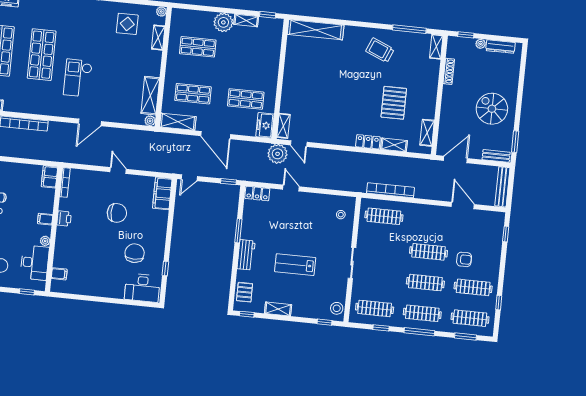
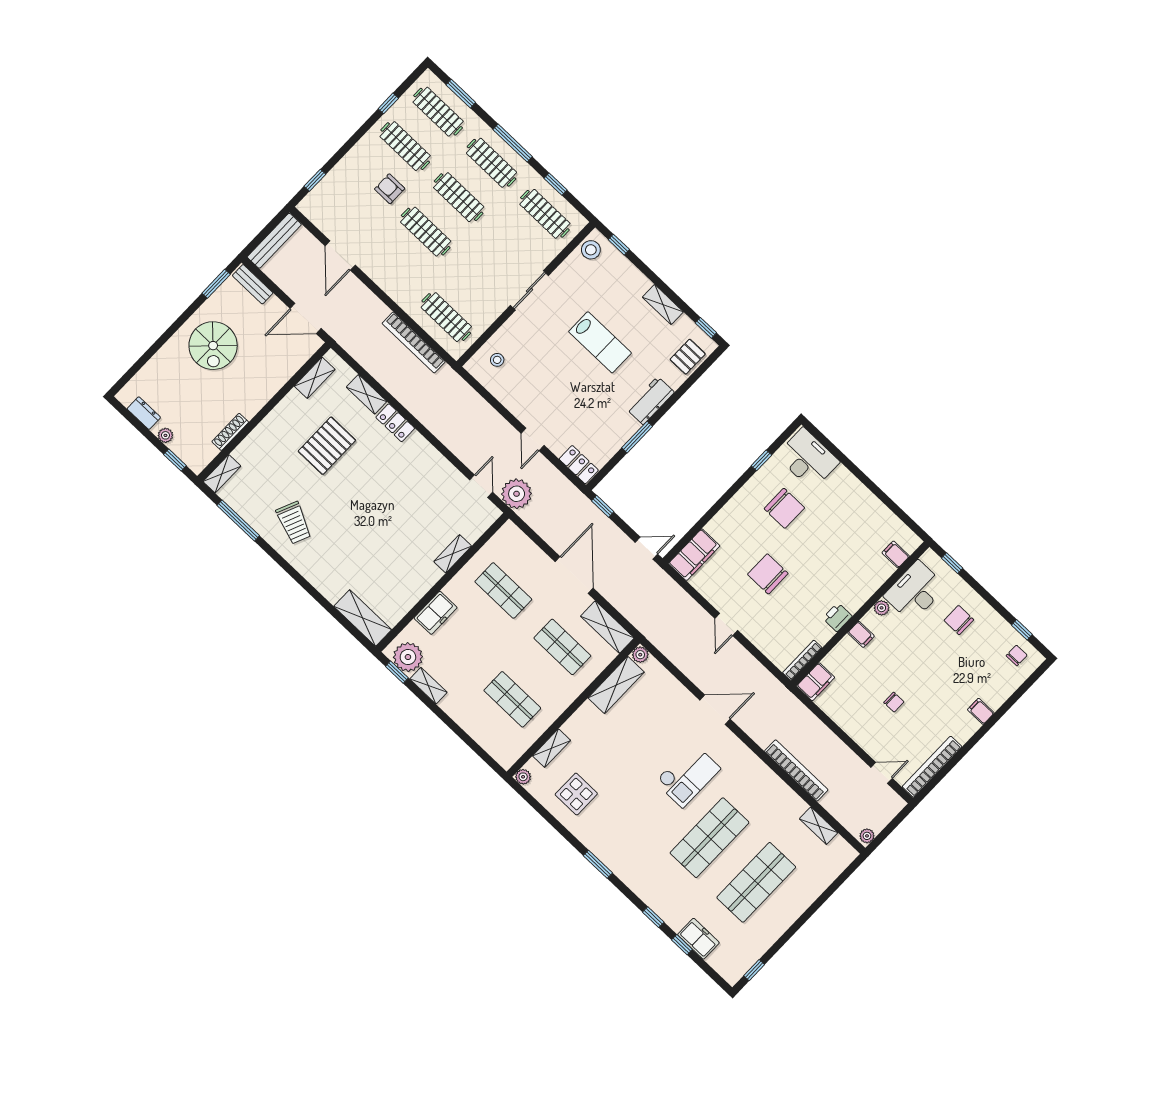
plant: (223, 22) -> (408, 657), moved
shelving: (316, 30) -> (363, 618), width x0.68
dresser: (500, 47) -> (144, 413), width x0.70
freezer: (265, 125) -> (436, 613), moved
shelving: (283, 126) -> (453, 554), moved
chair: (135, 253) -> (784, 508), turned -90

